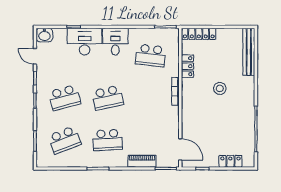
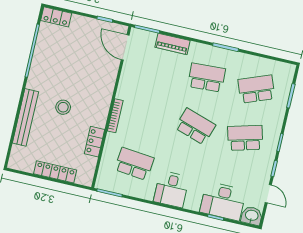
locker: (199, 34) -> (55, 172), moved
desk: (85, 42) -> (223, 201), moved
bench: (249, 52) -> (25, 117), moved
school desk: (108, 98) -> (195, 126), turned 30
locker: (230, 161) -> (56, 17), moved

